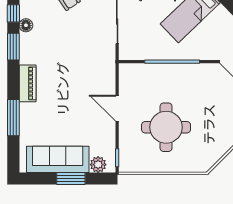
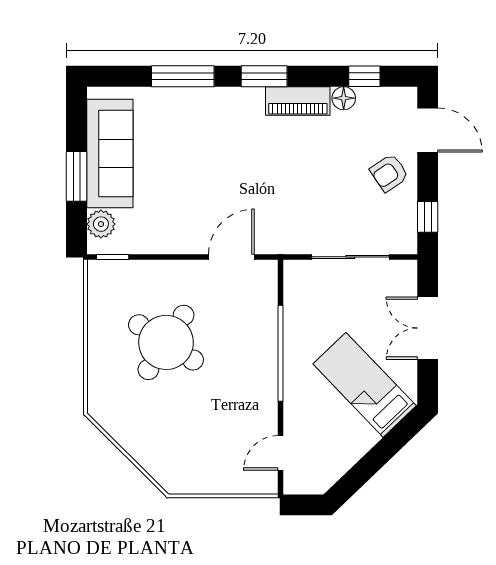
window: (13, 47) -> (264, 76), moved
piano: (28, 83) -> (298, 101), moved
door: (117, 108) -> (231, 257), moved
round table: (166, 127) -> (166, 342), turned 33

